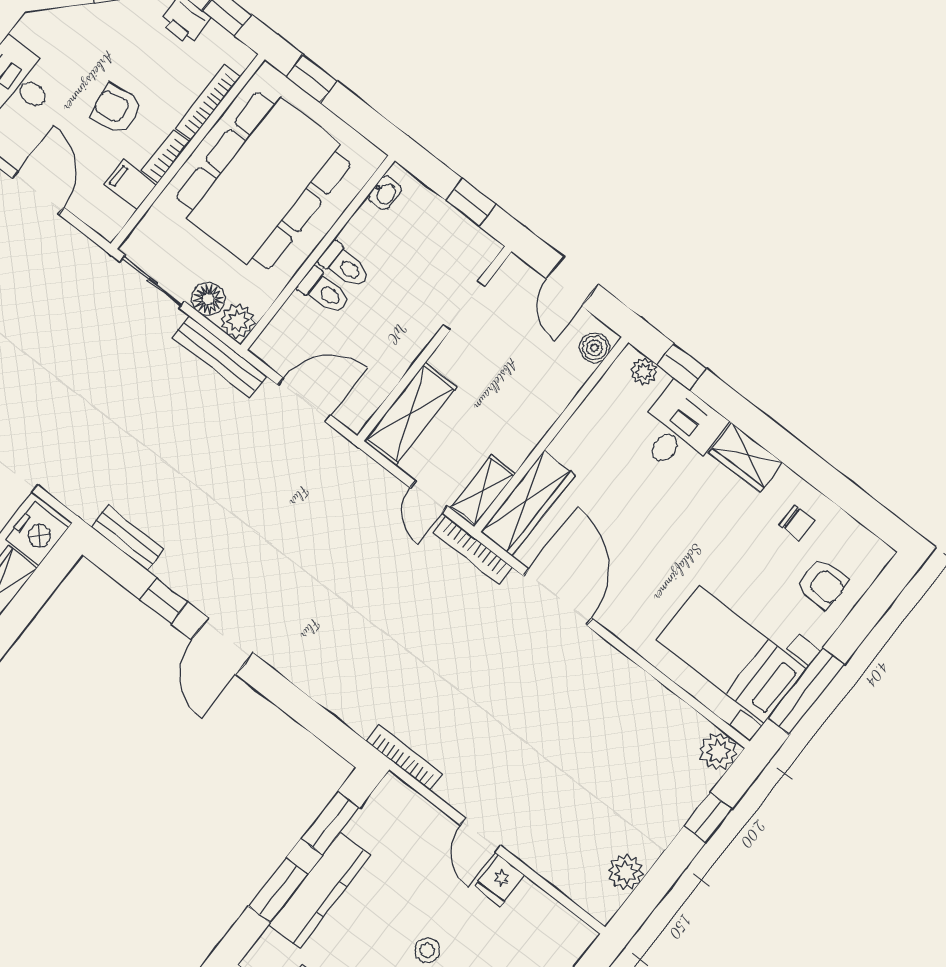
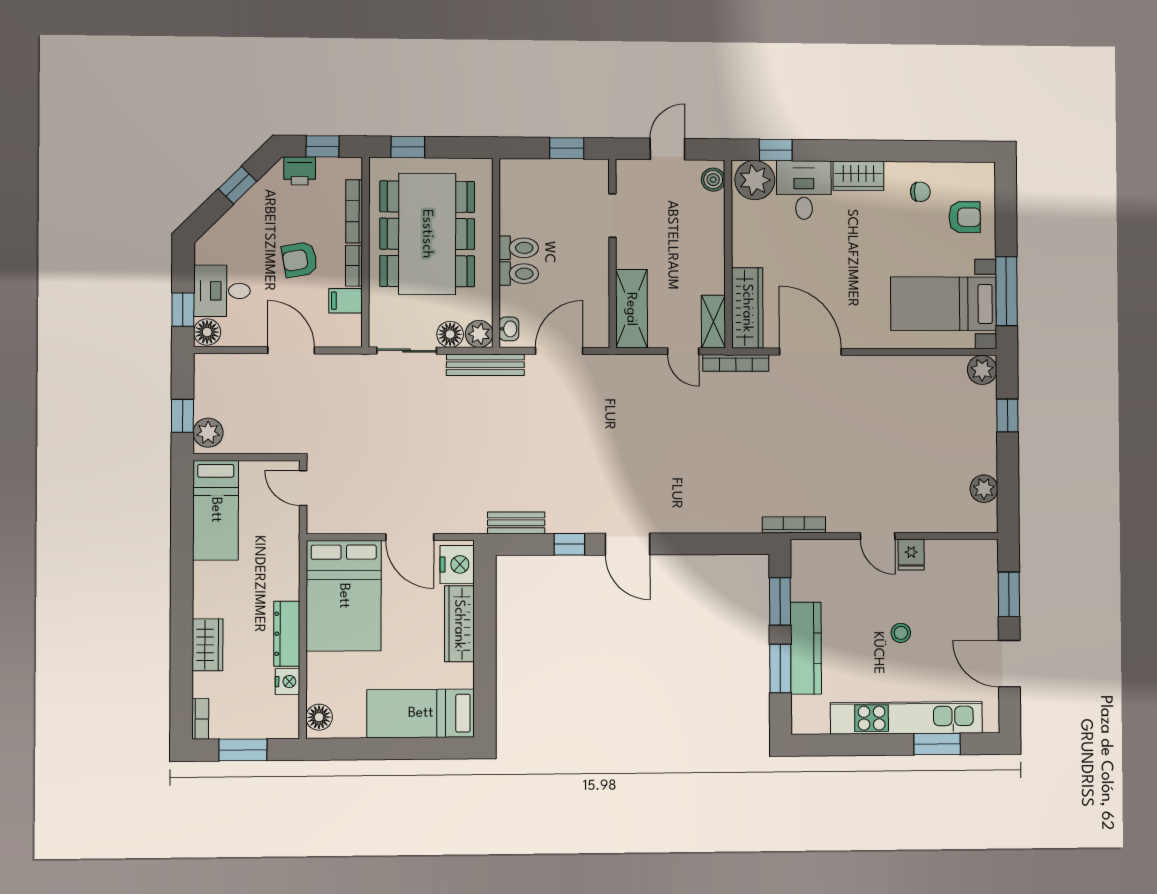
washbasin: (385, 193) -> (509, 329), moved
door: (572, 281) -> (667, 149), swing flipped
plant: (644, 371) -> (755, 180), width x1.87, depth x1.87

